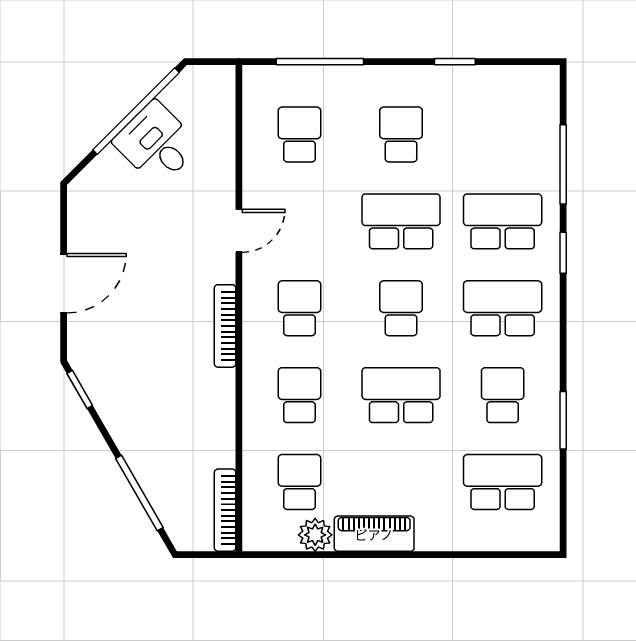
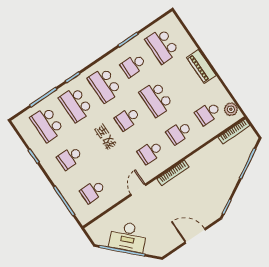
desk: (157, 144) -> (128, 237), width x1.37
school desk: (401, 221) -> (47, 124), moved
door: (239, 231) -> (138, 190), hinge flipped
piano: (374, 534) -> (201, 66), moved
plant: (315, 535) -> (231, 109), moved

